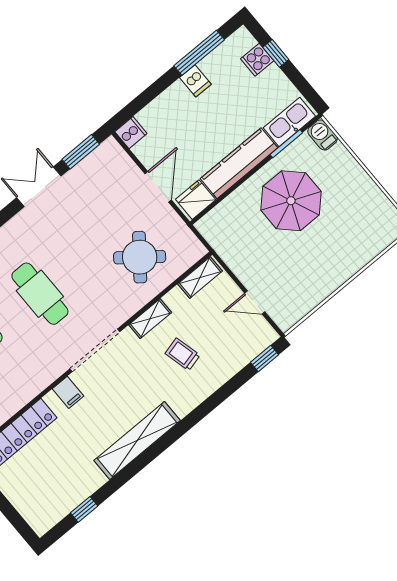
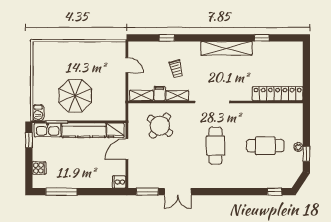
window: (276, 53) -> (29, 140), moved
dishwasher: (195, 81) -> (73, 181), removed
window: (264, 358) -> (167, 38), moved
filing cabinet: (68, 392) -> (160, 93), moved
window: (84, 509) -> (262, 38), moved

